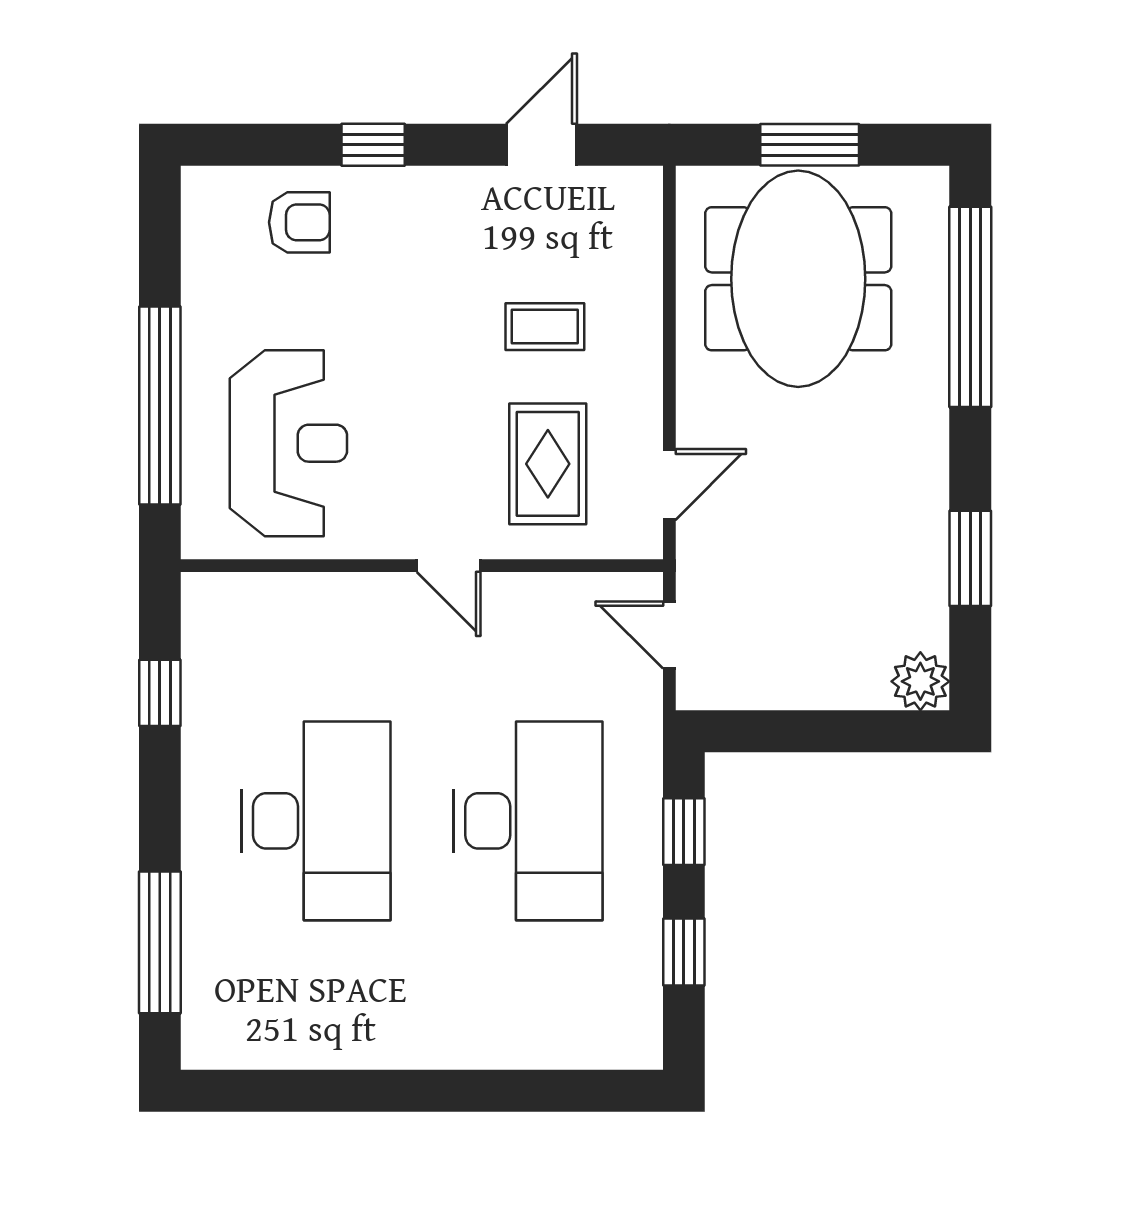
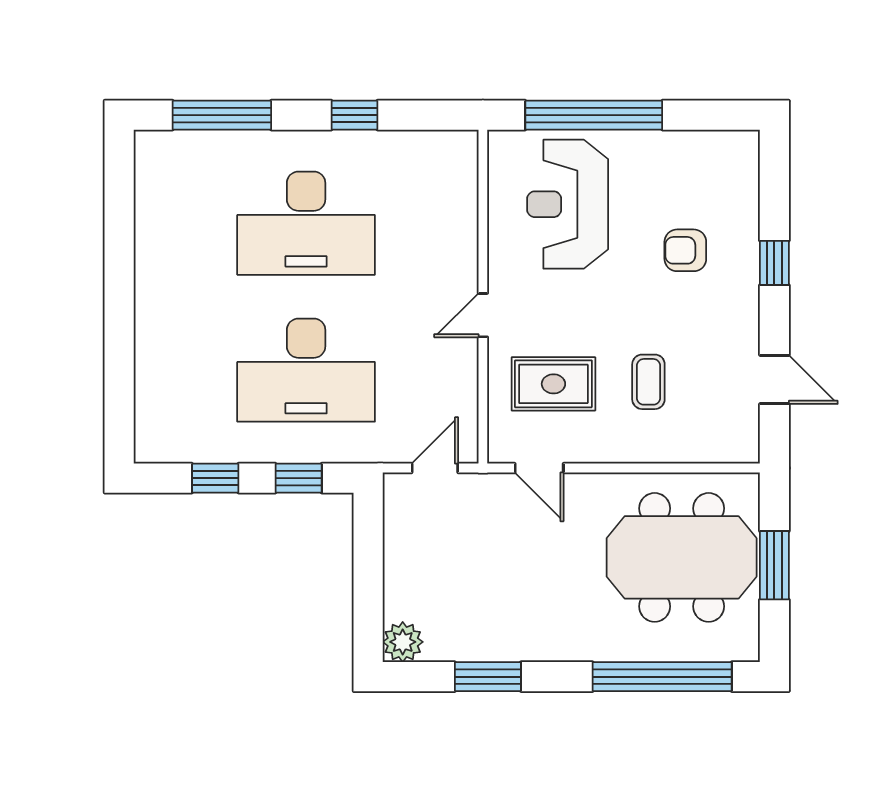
armchair: (299, 222) -> (685, 250), moved, turned 90
reception desk: (288, 443) -> (568, 204), turned 90
window: (160, 693) -> (354, 115), moved

